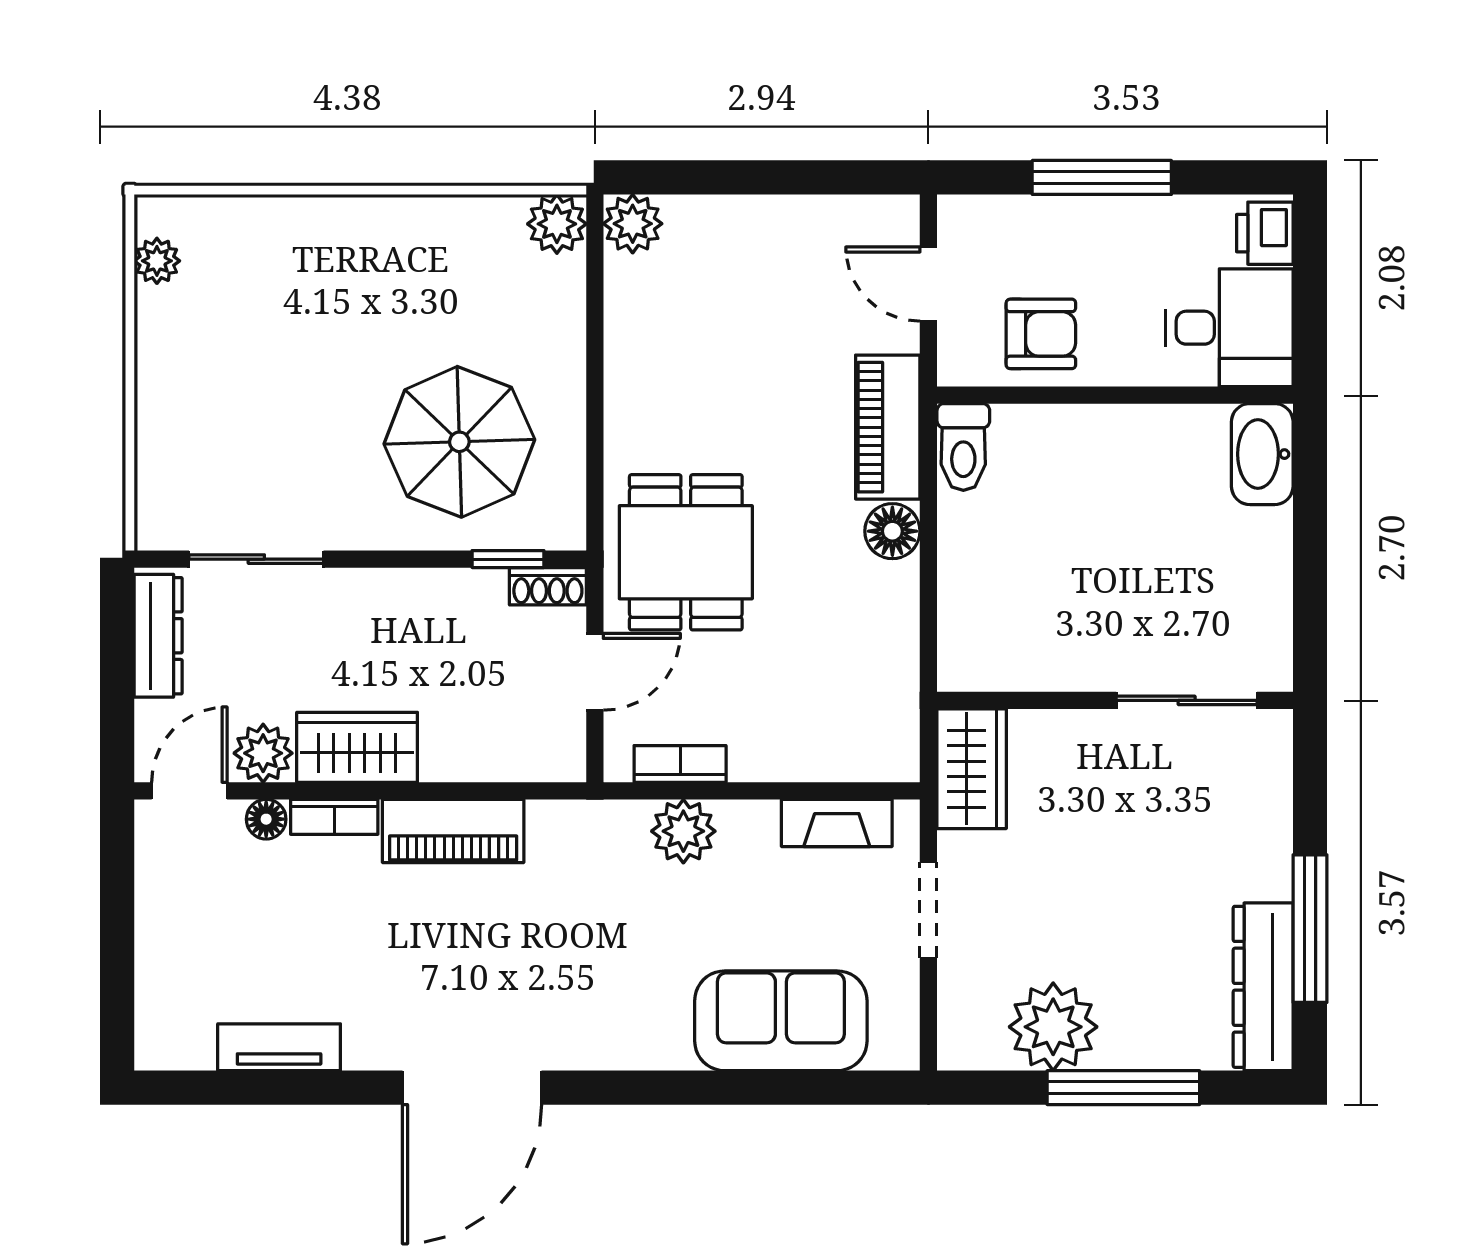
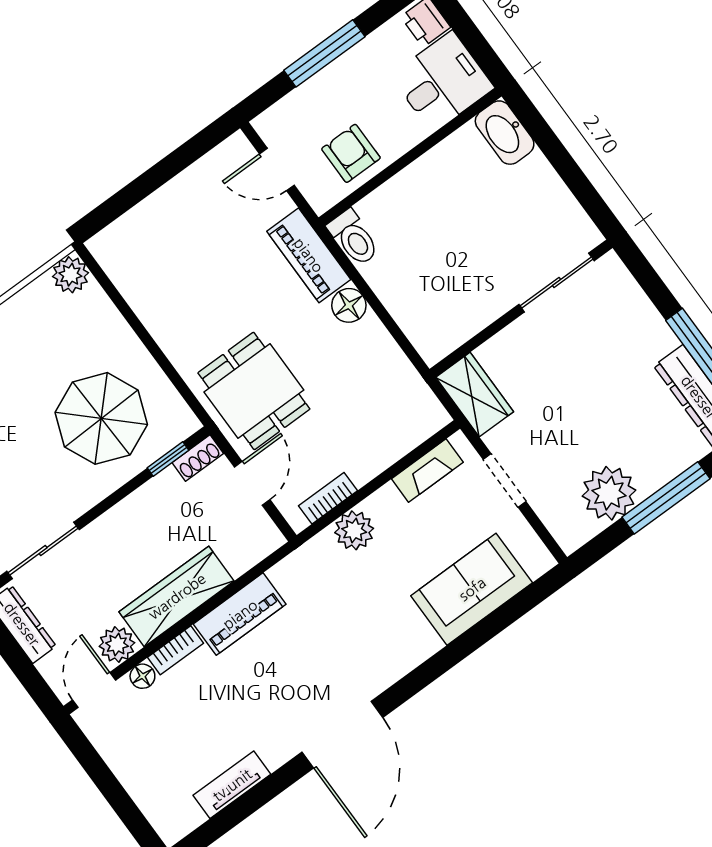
plant: (633, 224) -> (108, 247), removed
armchair: (1041, 334) -> (351, 153), turned -90
wardrobe: (357, 747) -> (177, 596), width x1.50

